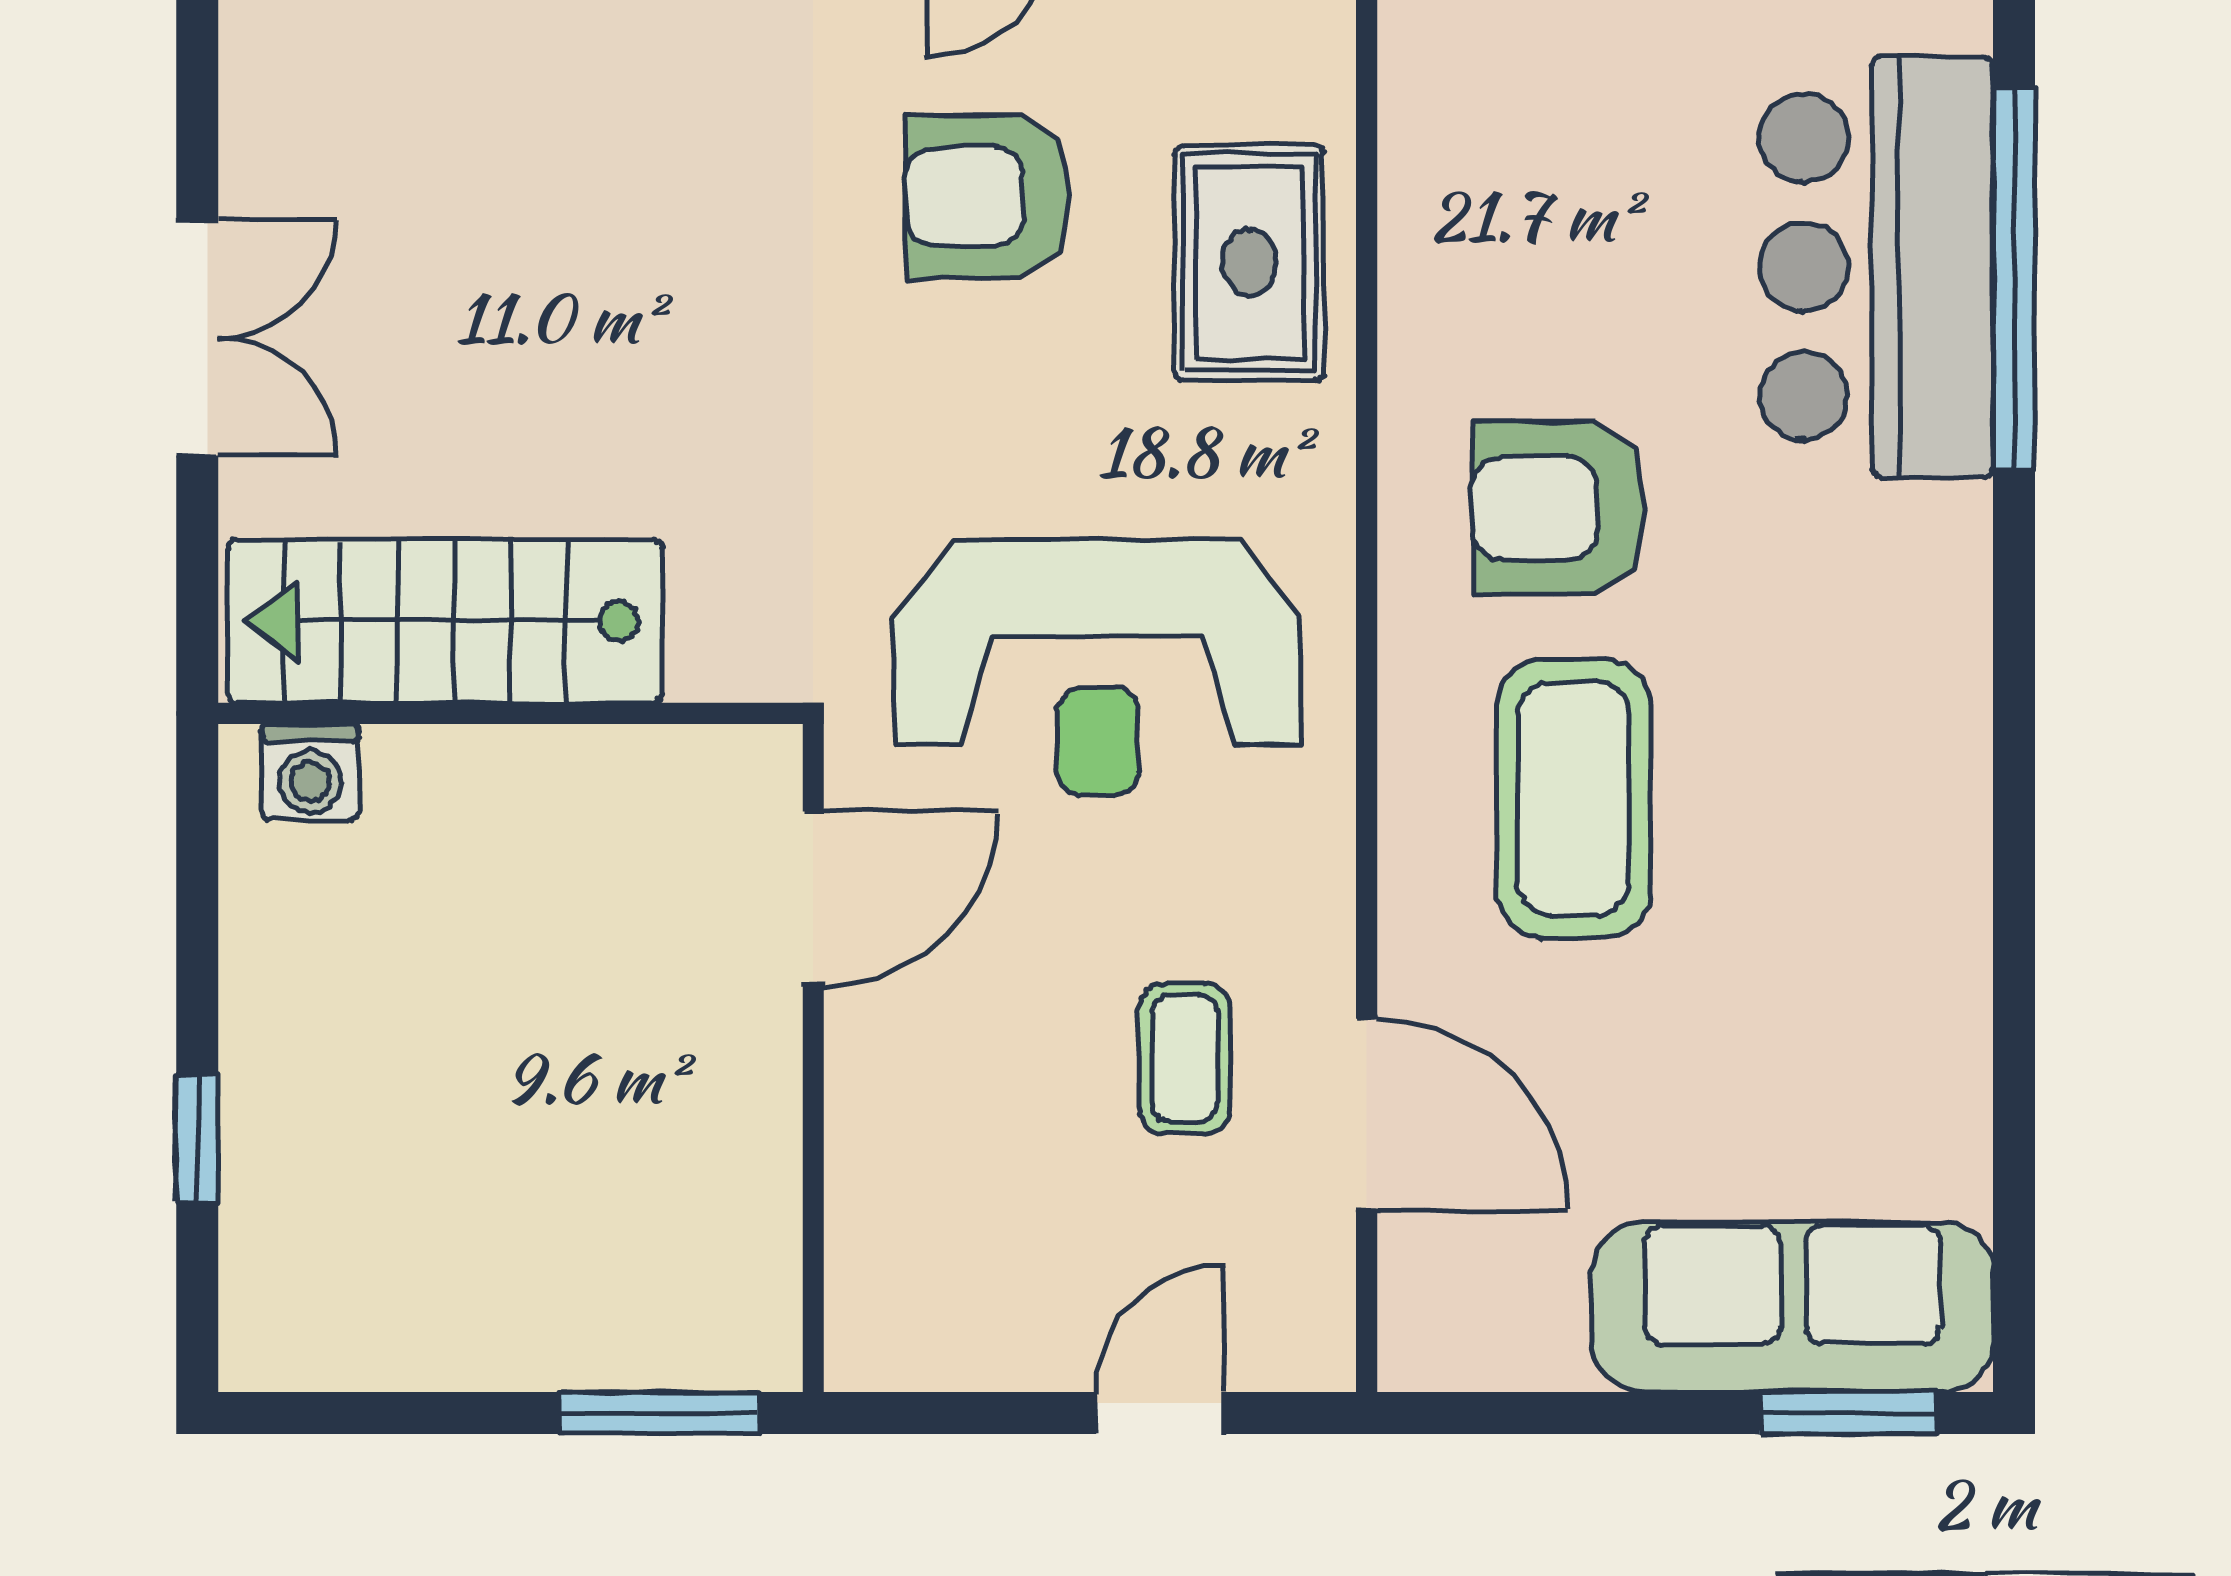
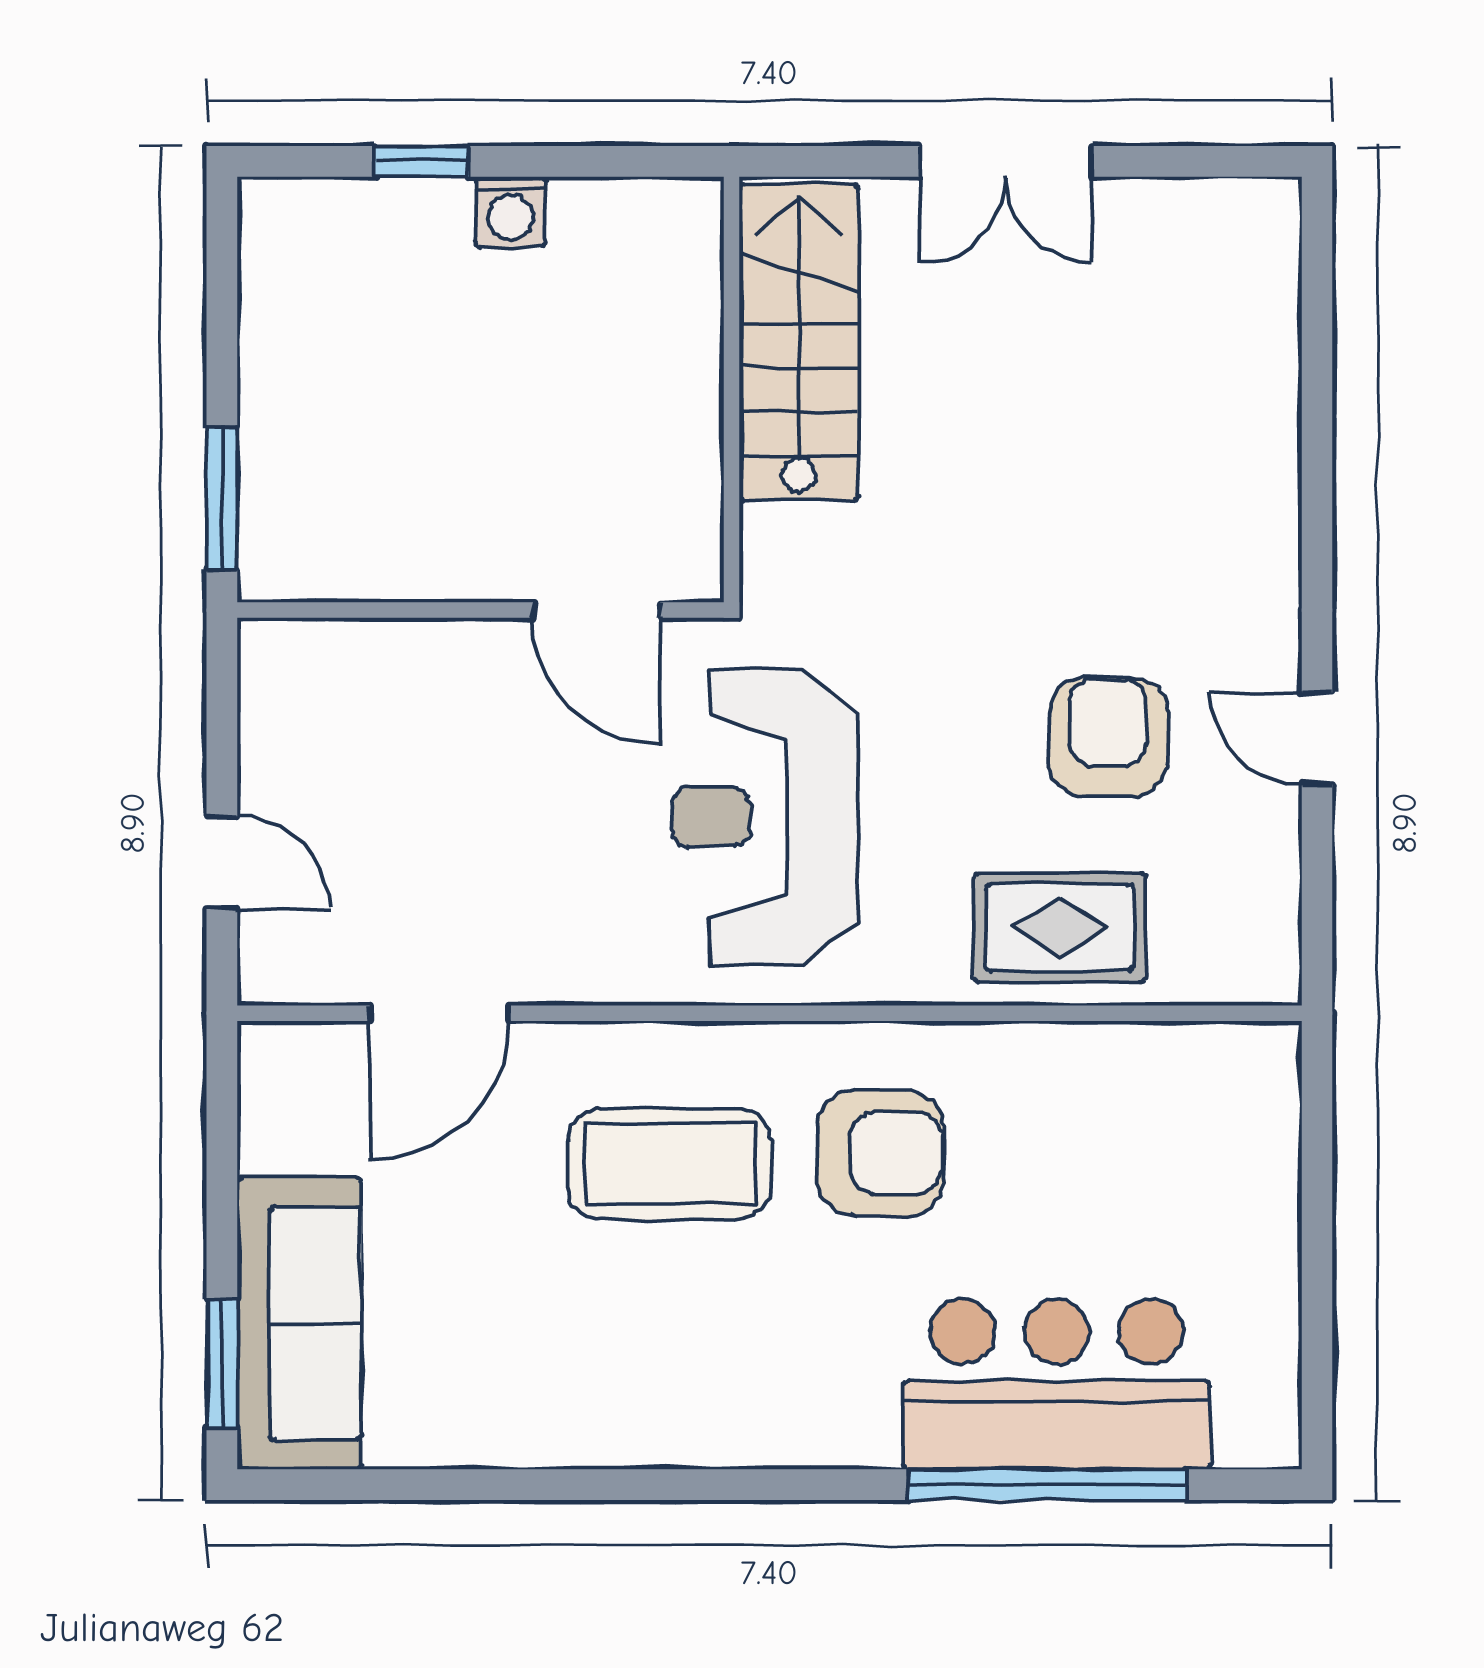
armchair: (1559, 508) -> (881, 1153), turned 90
washing machine: (310, 772) -> (511, 212), moved, turned -90
coffee table: (1185, 1058) -> (480, 881), removed

